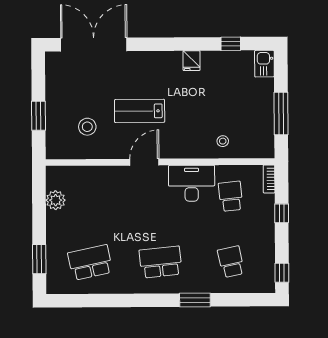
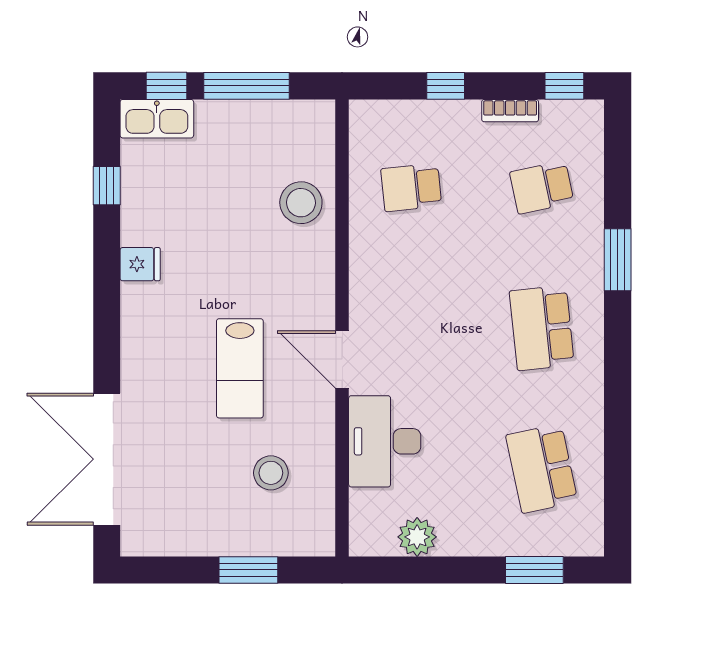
kitchen sink: (264, 64) -> (157, 119), width x1.38
window: (281, 73) -> (166, 86), added
stool: (223, 141) -> (301, 203), width x1.89, depth x1.89
bookcase: (269, 179) -> (510, 111), moved
desk: (192, 183) -> (385, 441), moved

